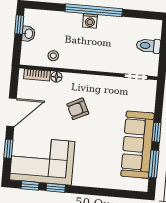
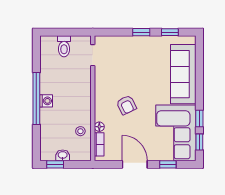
sofa: (138, 145) -> (183, 74), moved, turned 90
window: (154, 164) -> (170, 32), width x0.67

